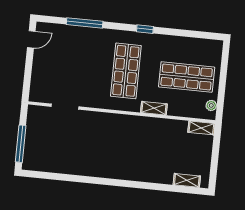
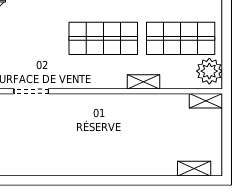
shop shelf: (126, 71) -> (103, 38), turned 90
plant: (211, 105) -> (209, 71), width x1.87, depth x1.87

